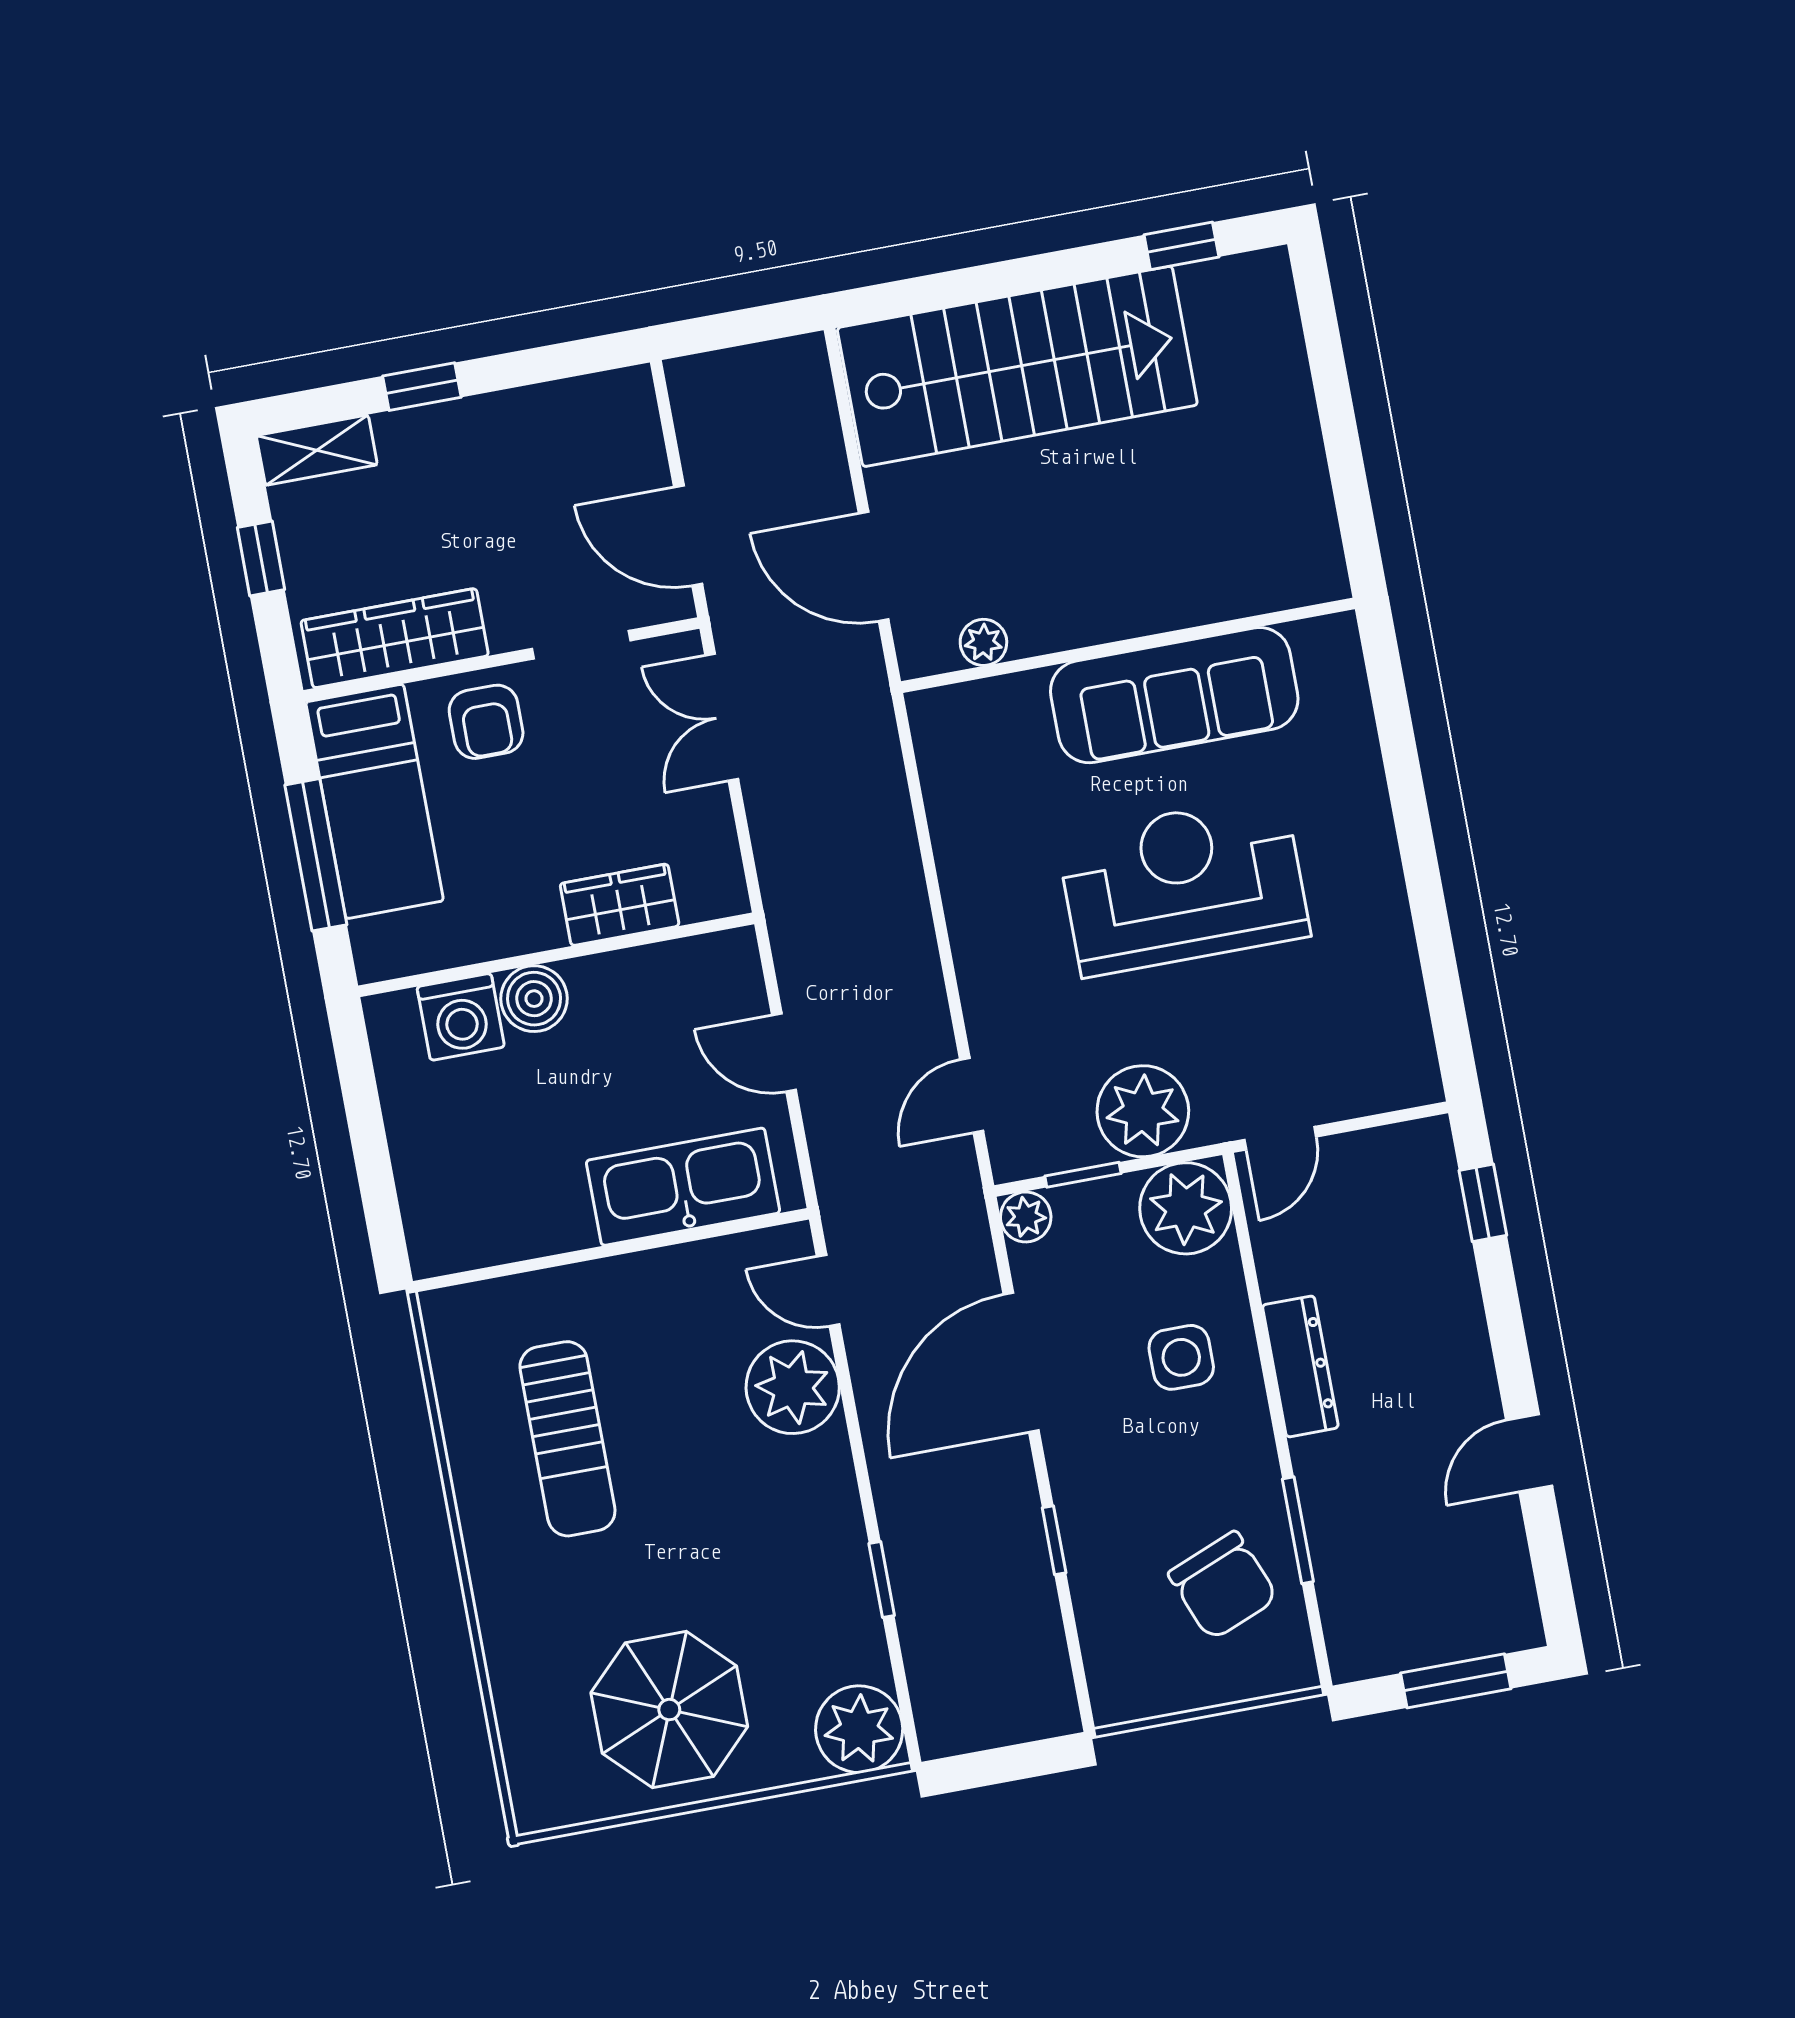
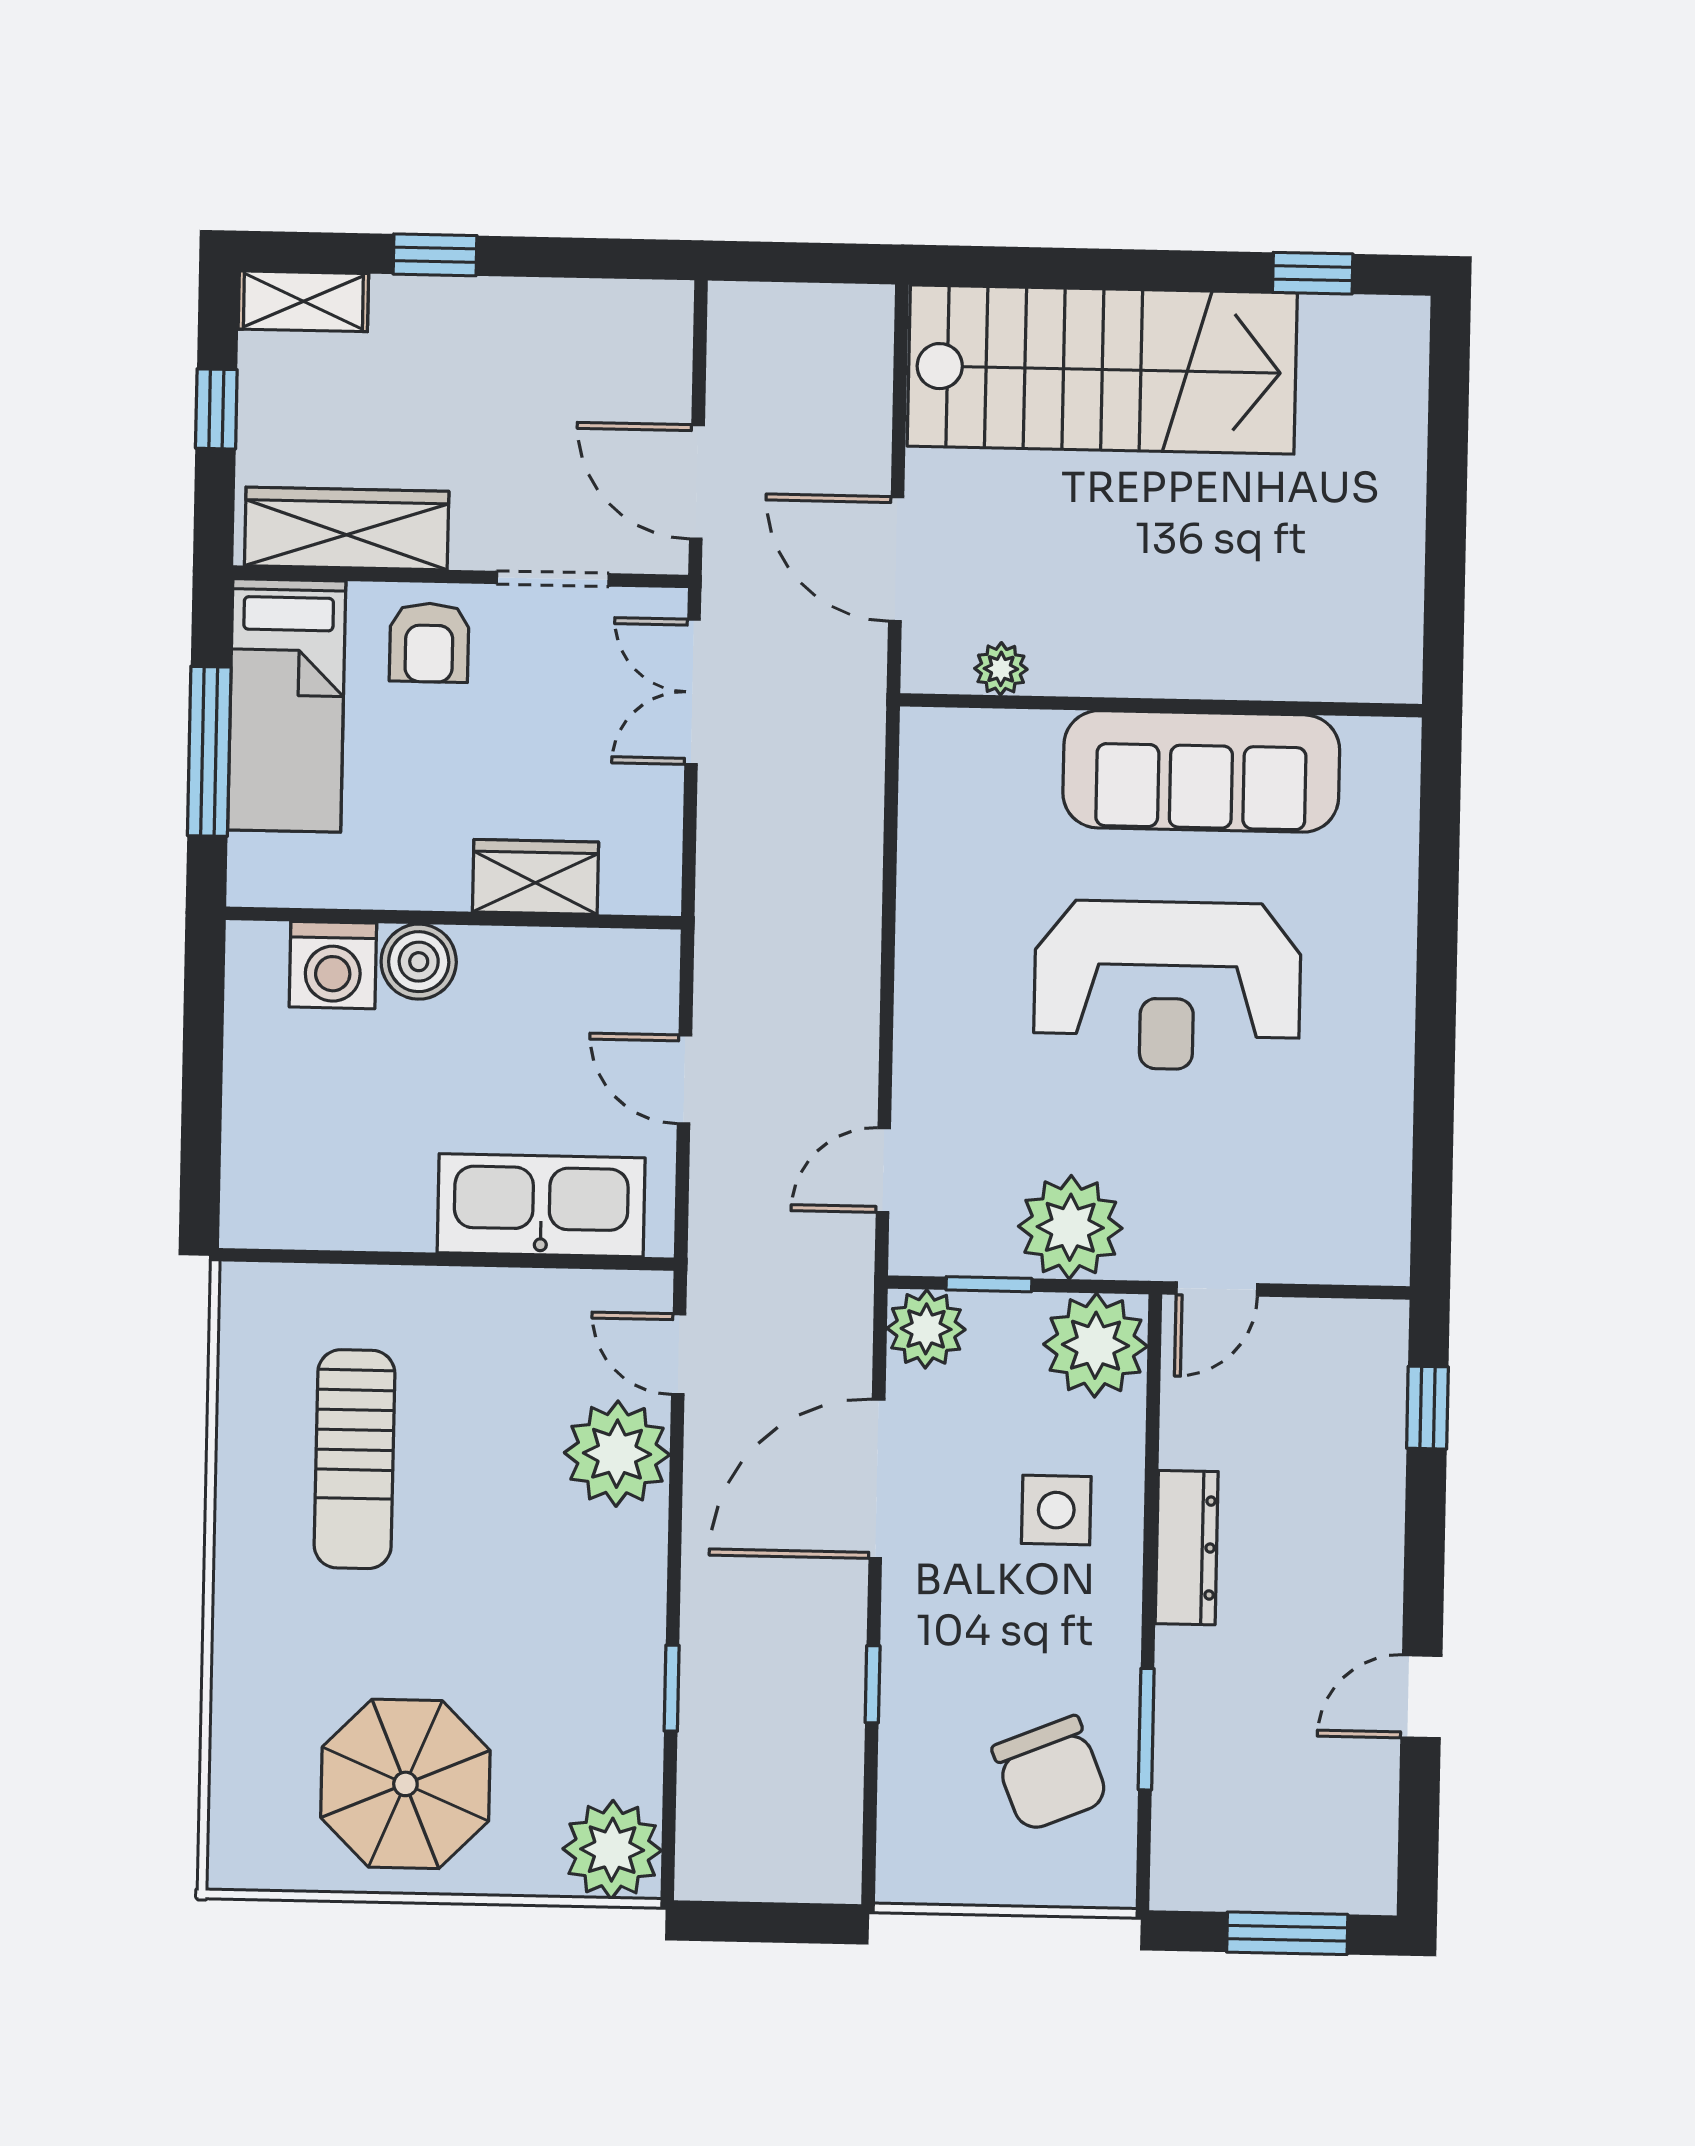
reception desk: (1183, 886) -> (1167, 985), turned 180
plant: (1026, 1217) -> (926, 1329), width x1.38, depth x1.38

